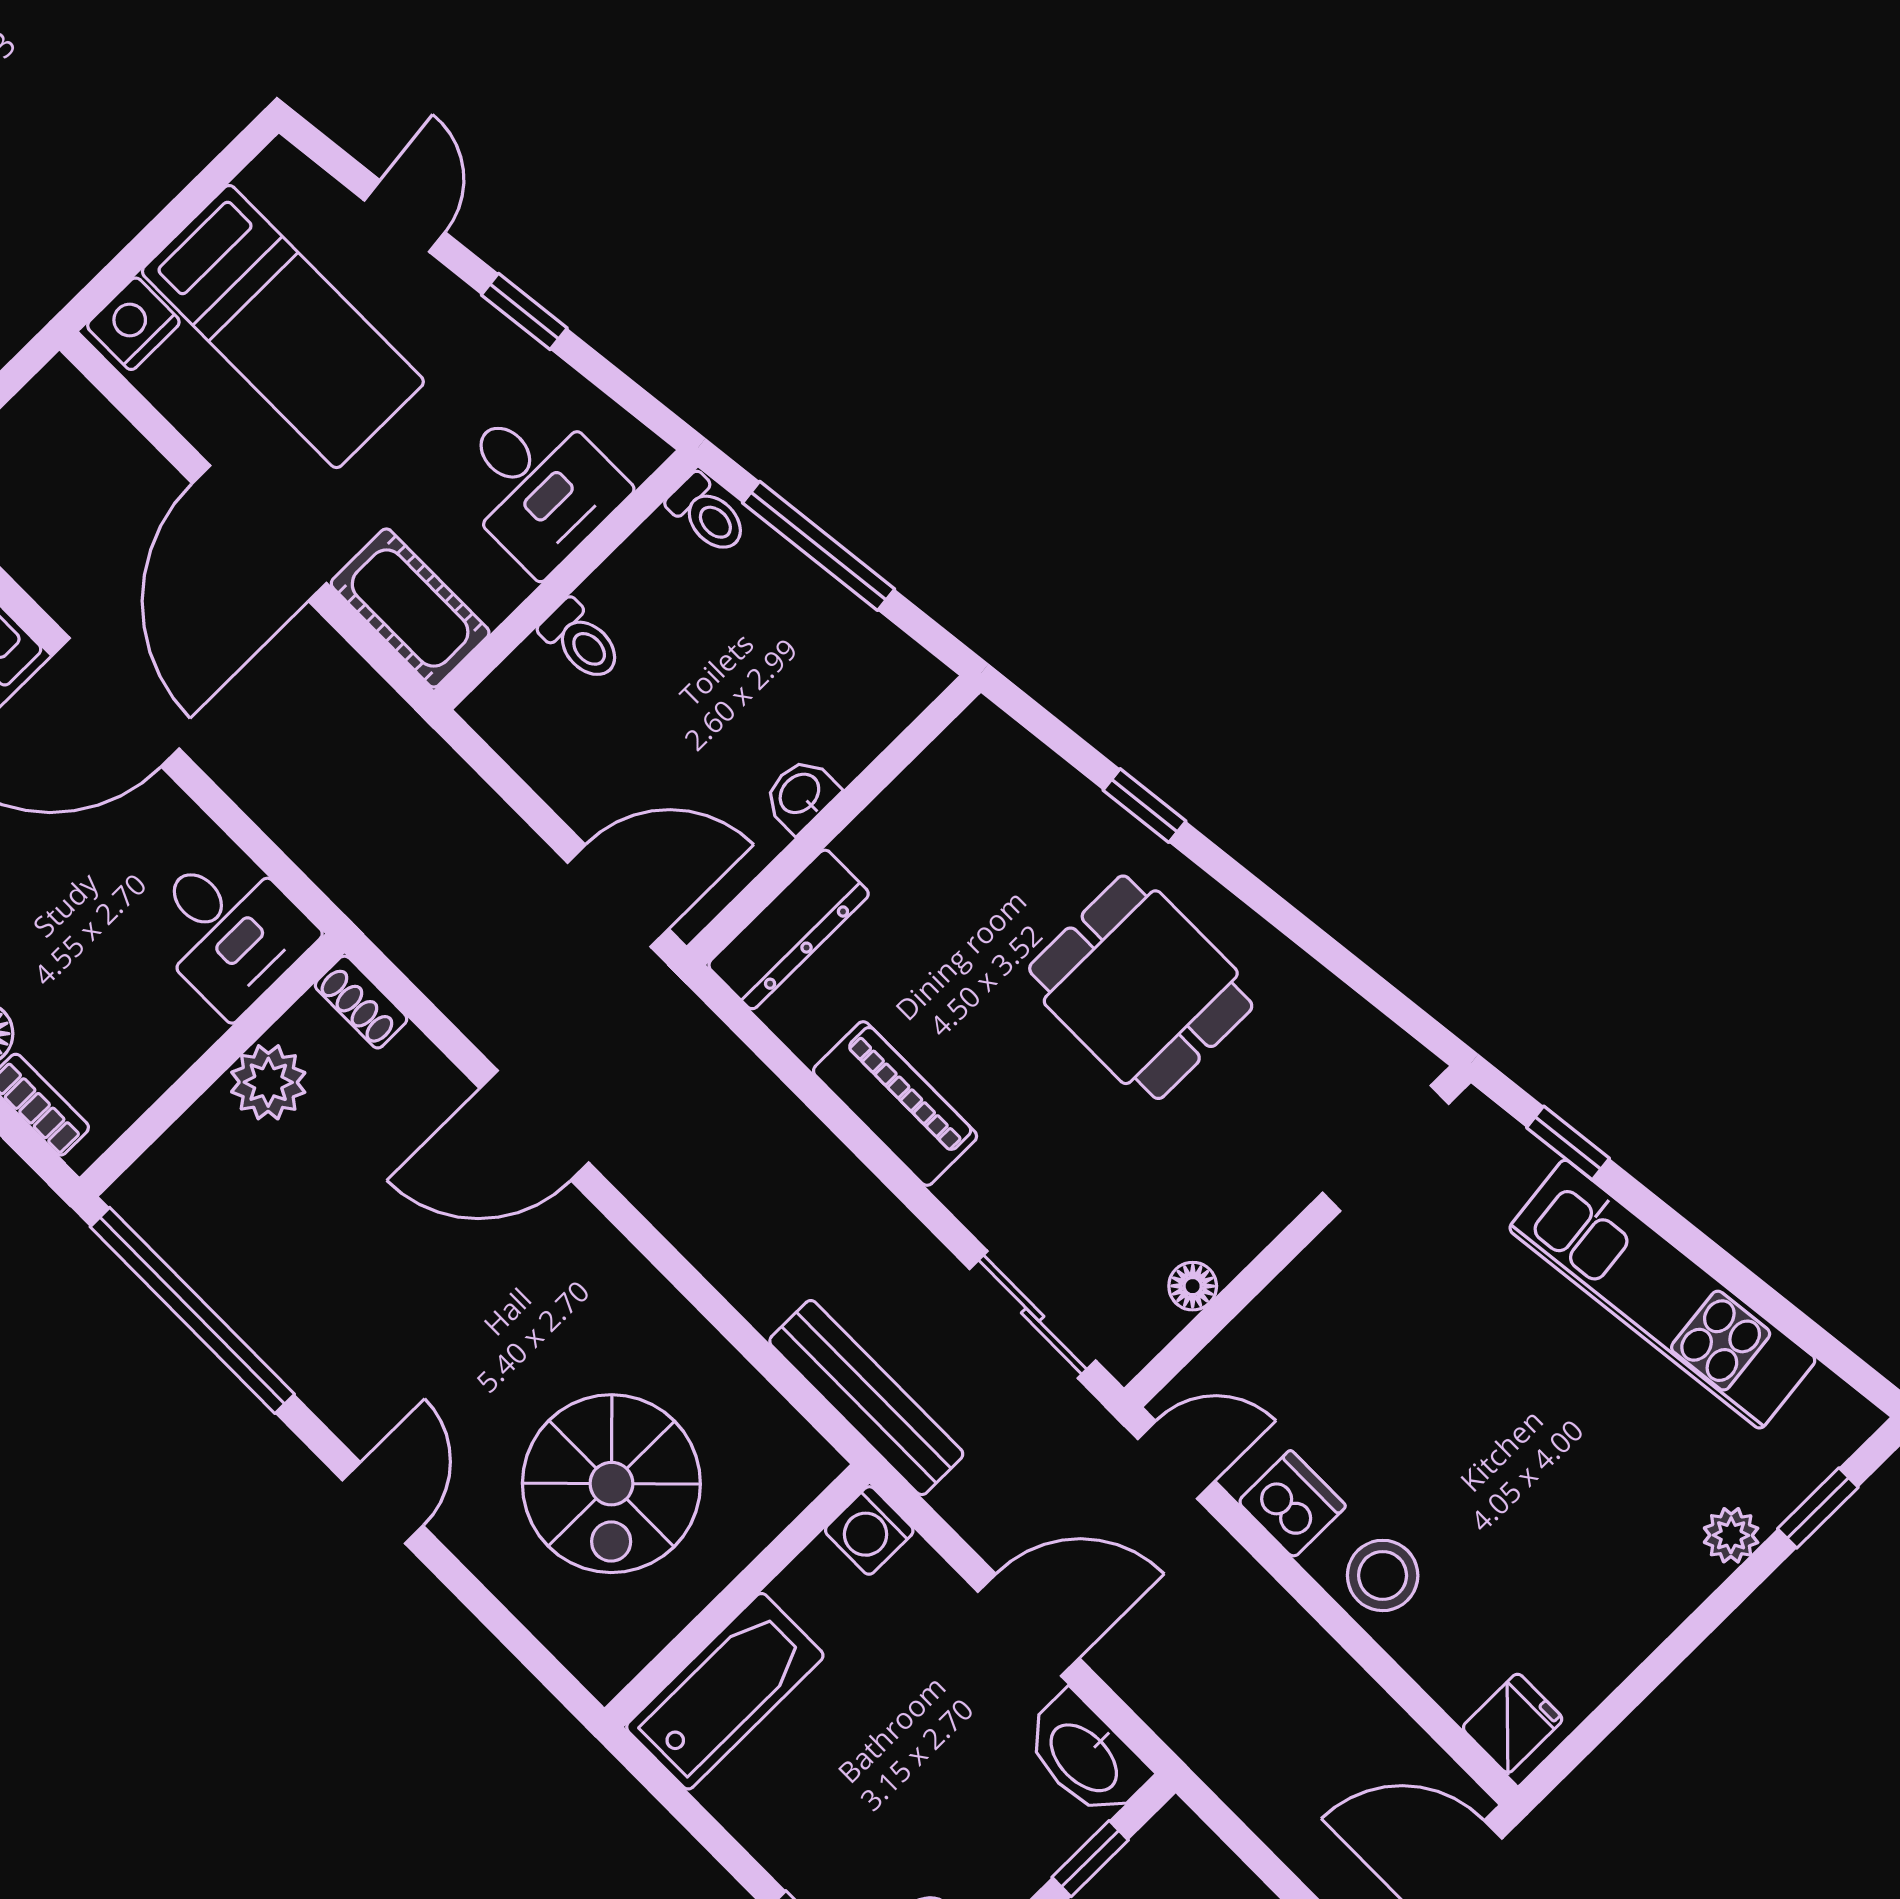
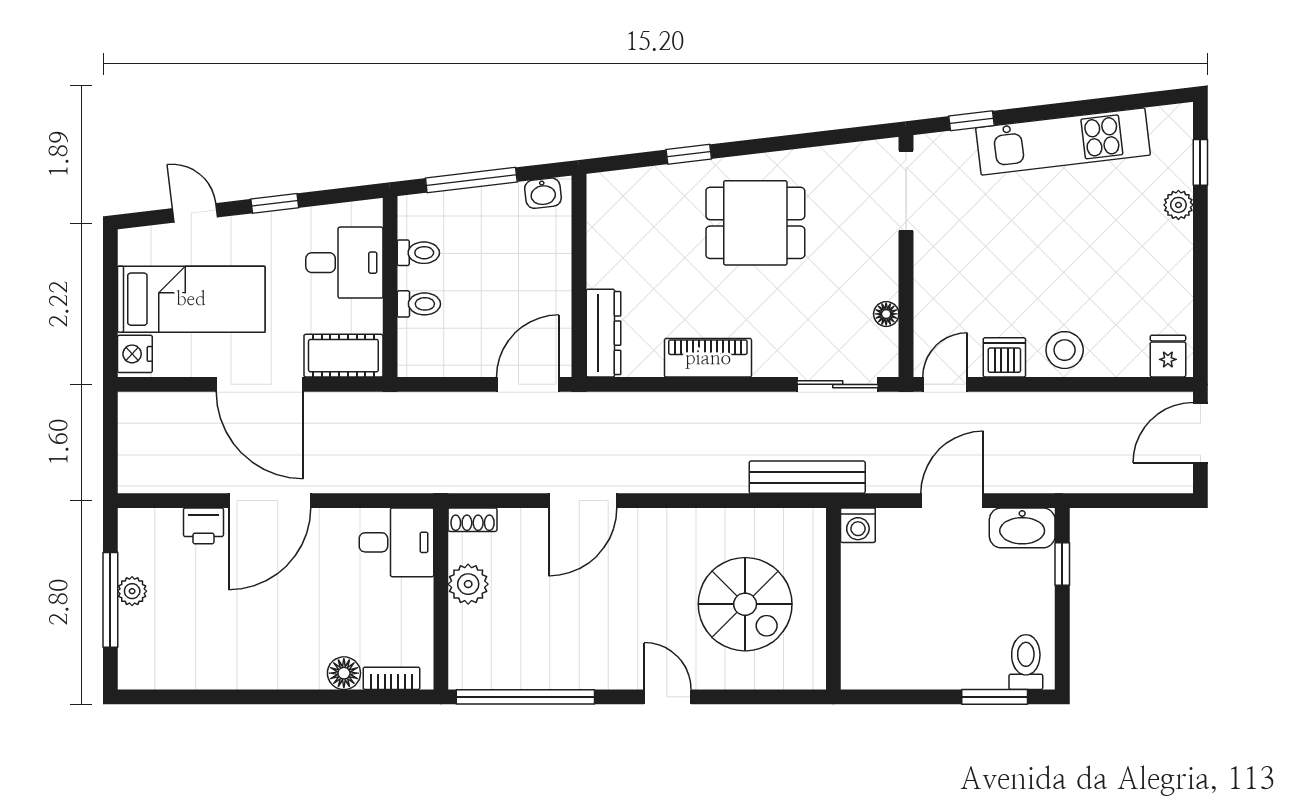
toilet: (708, 514) -> (418, 253), moved
washbasin: (801, 795) -> (543, 193), moved, turned -97
bathtub: (725, 1691) -> (865, 639), removed

